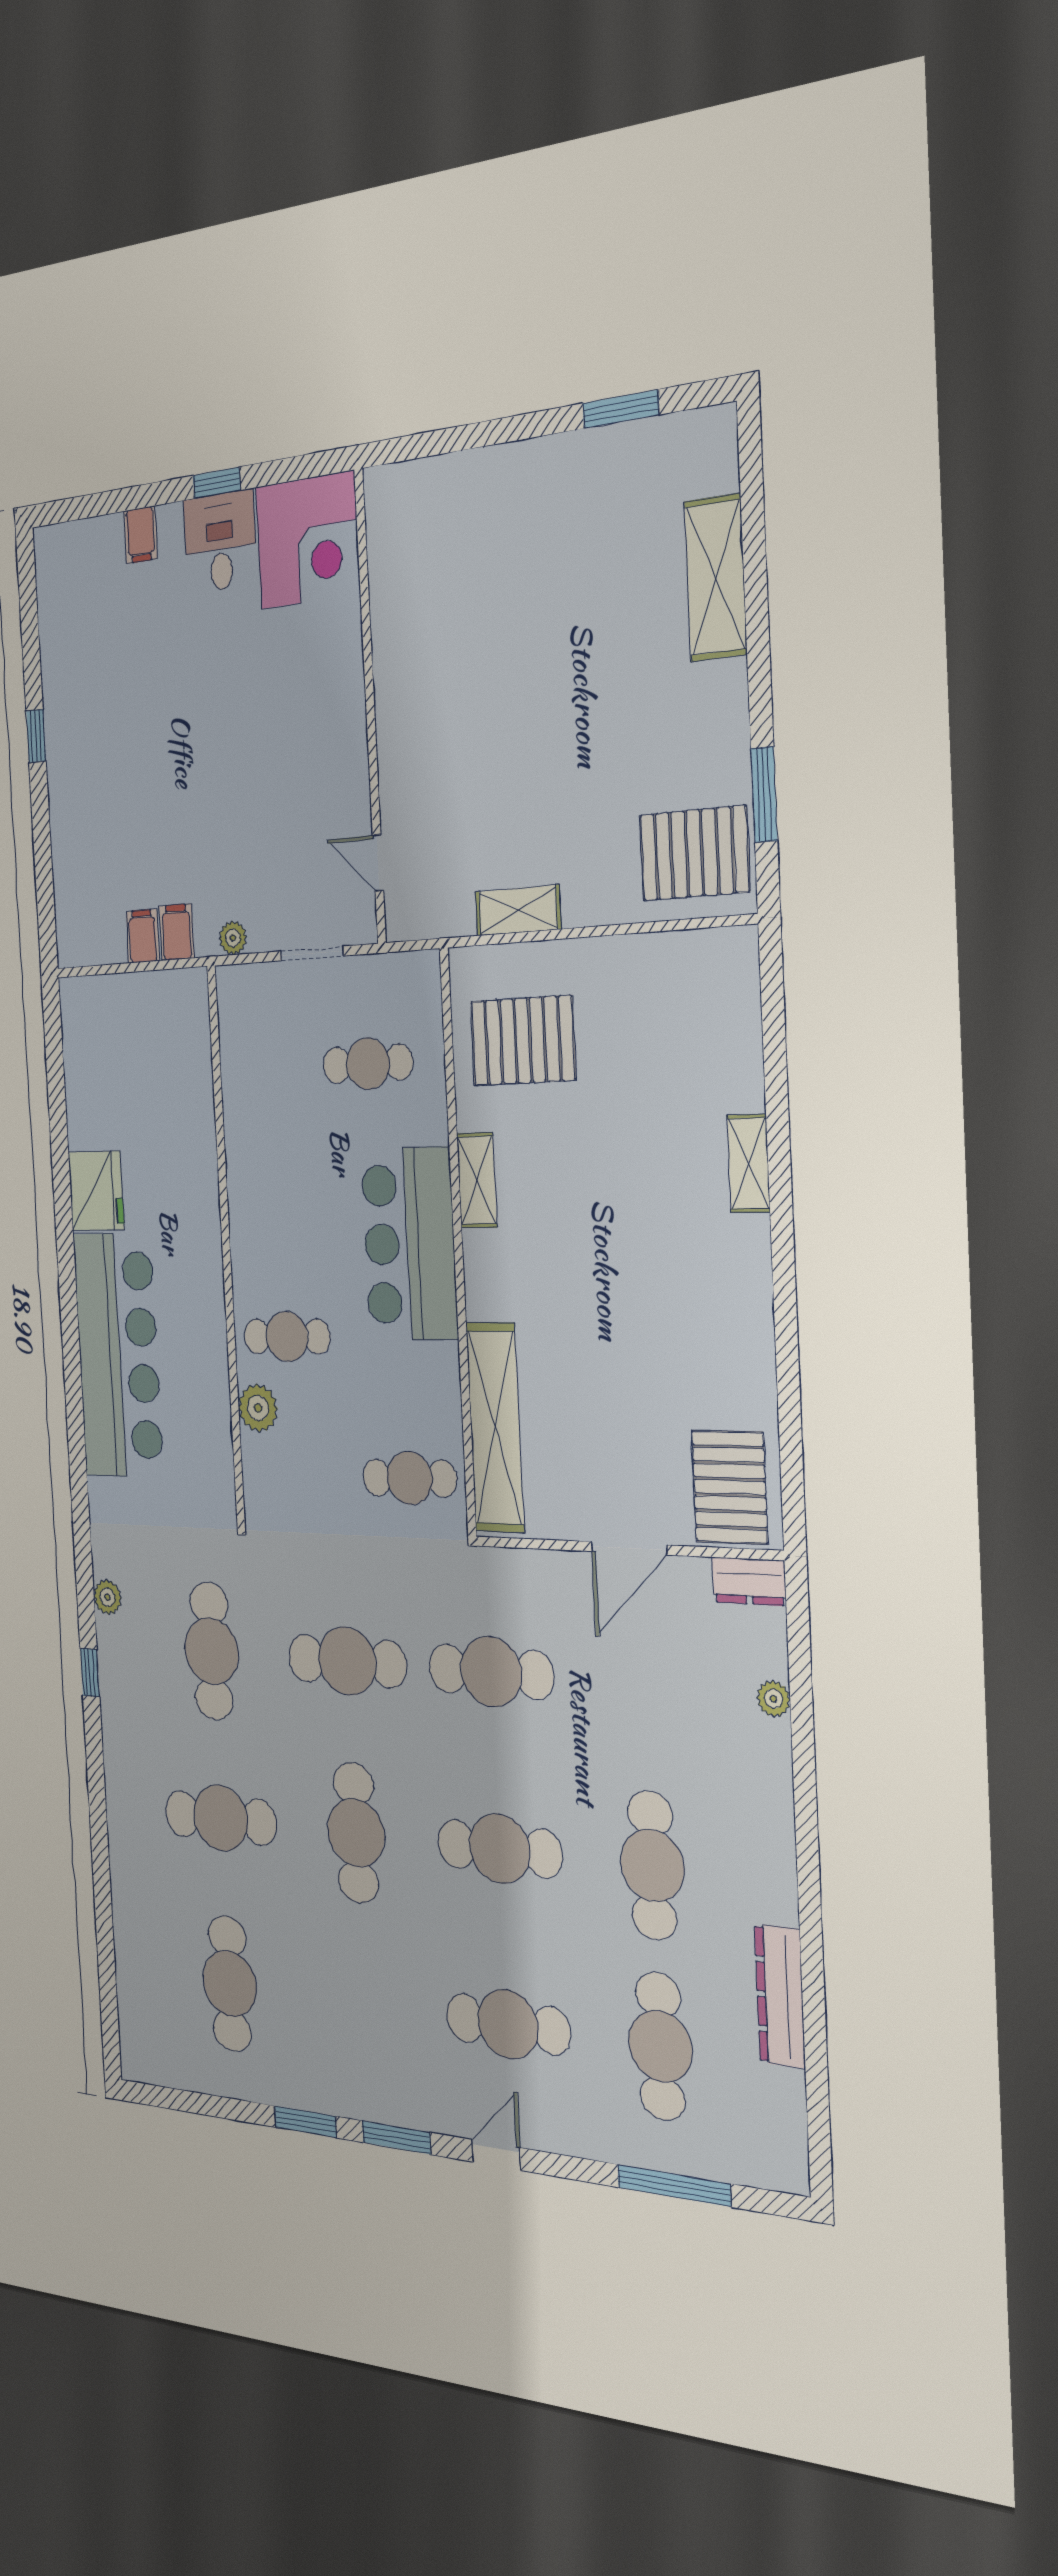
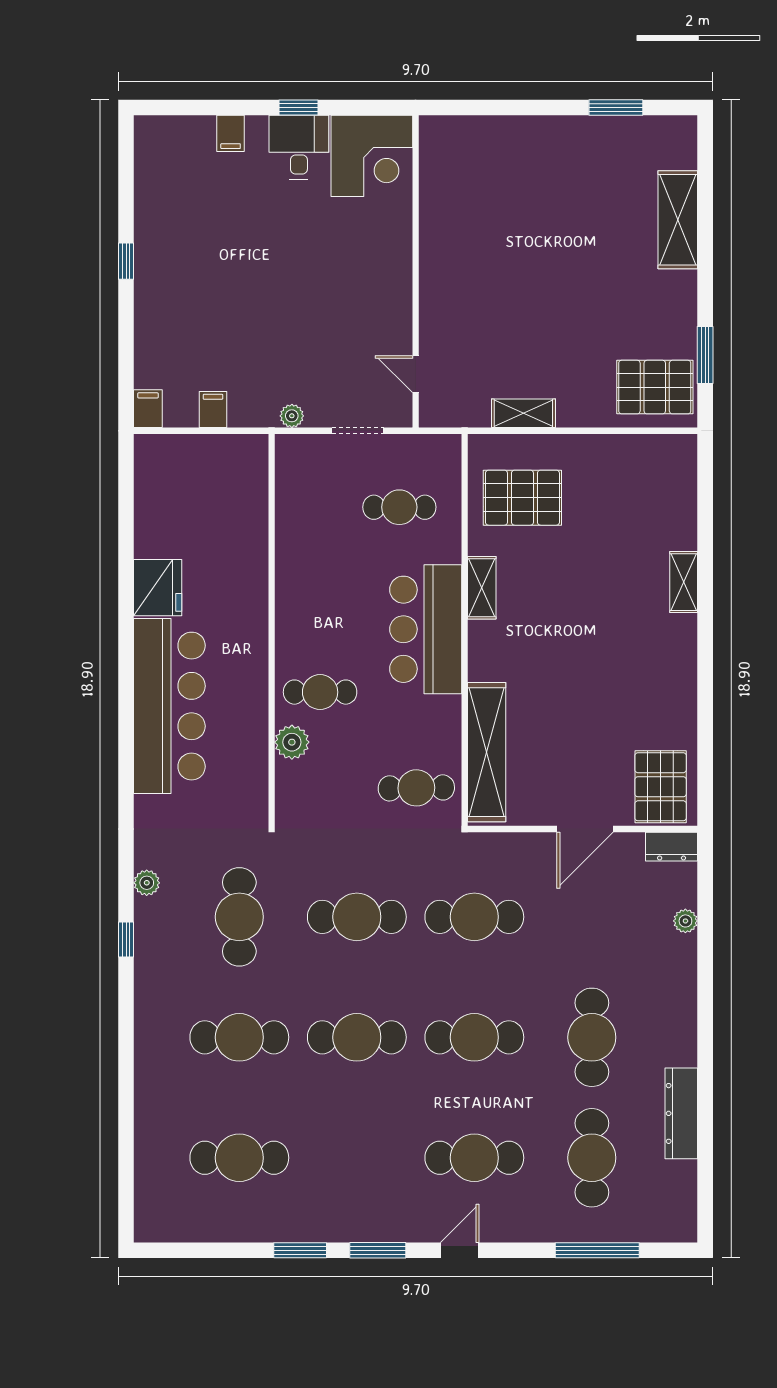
filing cabinet: (177, 932) -> (148, 409), moved
cafe table: (356, 1833) -> (357, 1037), turned 90
cafe table: (230, 1984) -> (239, 1158), turned 90

